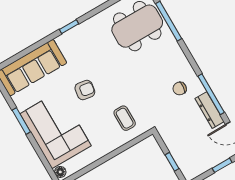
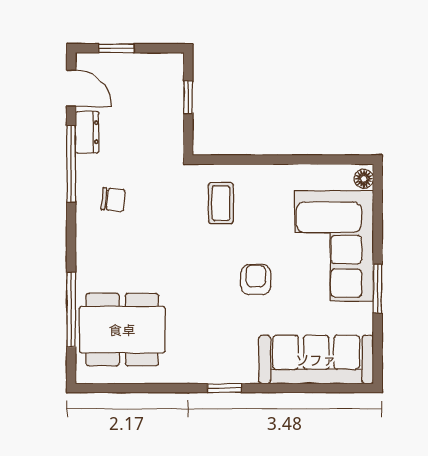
armchair: (85, 90) -> (256, 280), turned 81
dresser: (210, 110) -> (87, 132), width x0.70

